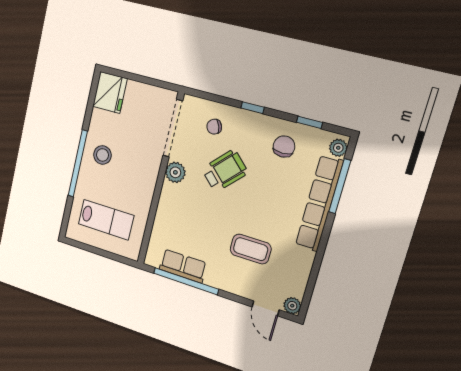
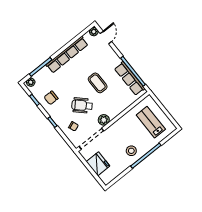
fridge: (110, 93) -> (98, 164), moved, turned 90
row of seats: (319, 203) -> (67, 55), moved
coffee table: (251, 249) -> (98, 83), moved
row of seats: (183, 266) -> (130, 79), width x1.48

